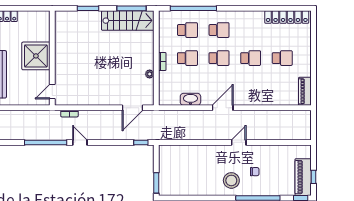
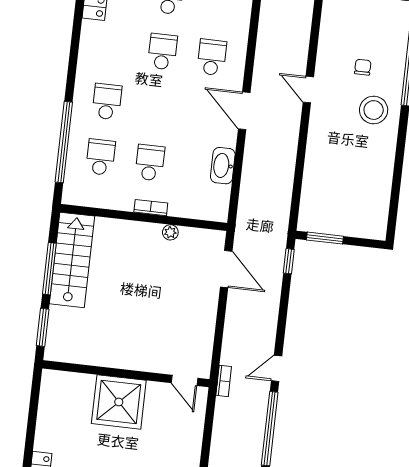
window: (132, 8) -> (49, 269), moved
shower: (36, 56) -> (119, 402), moved
wall: (52, 58) -> (126, 374), moved
school desk: (219, 58) -> (212, 57), moved
door: (52, 91) -> (184, 380), moved
window: (156, 183) -> (325, 238), moved

